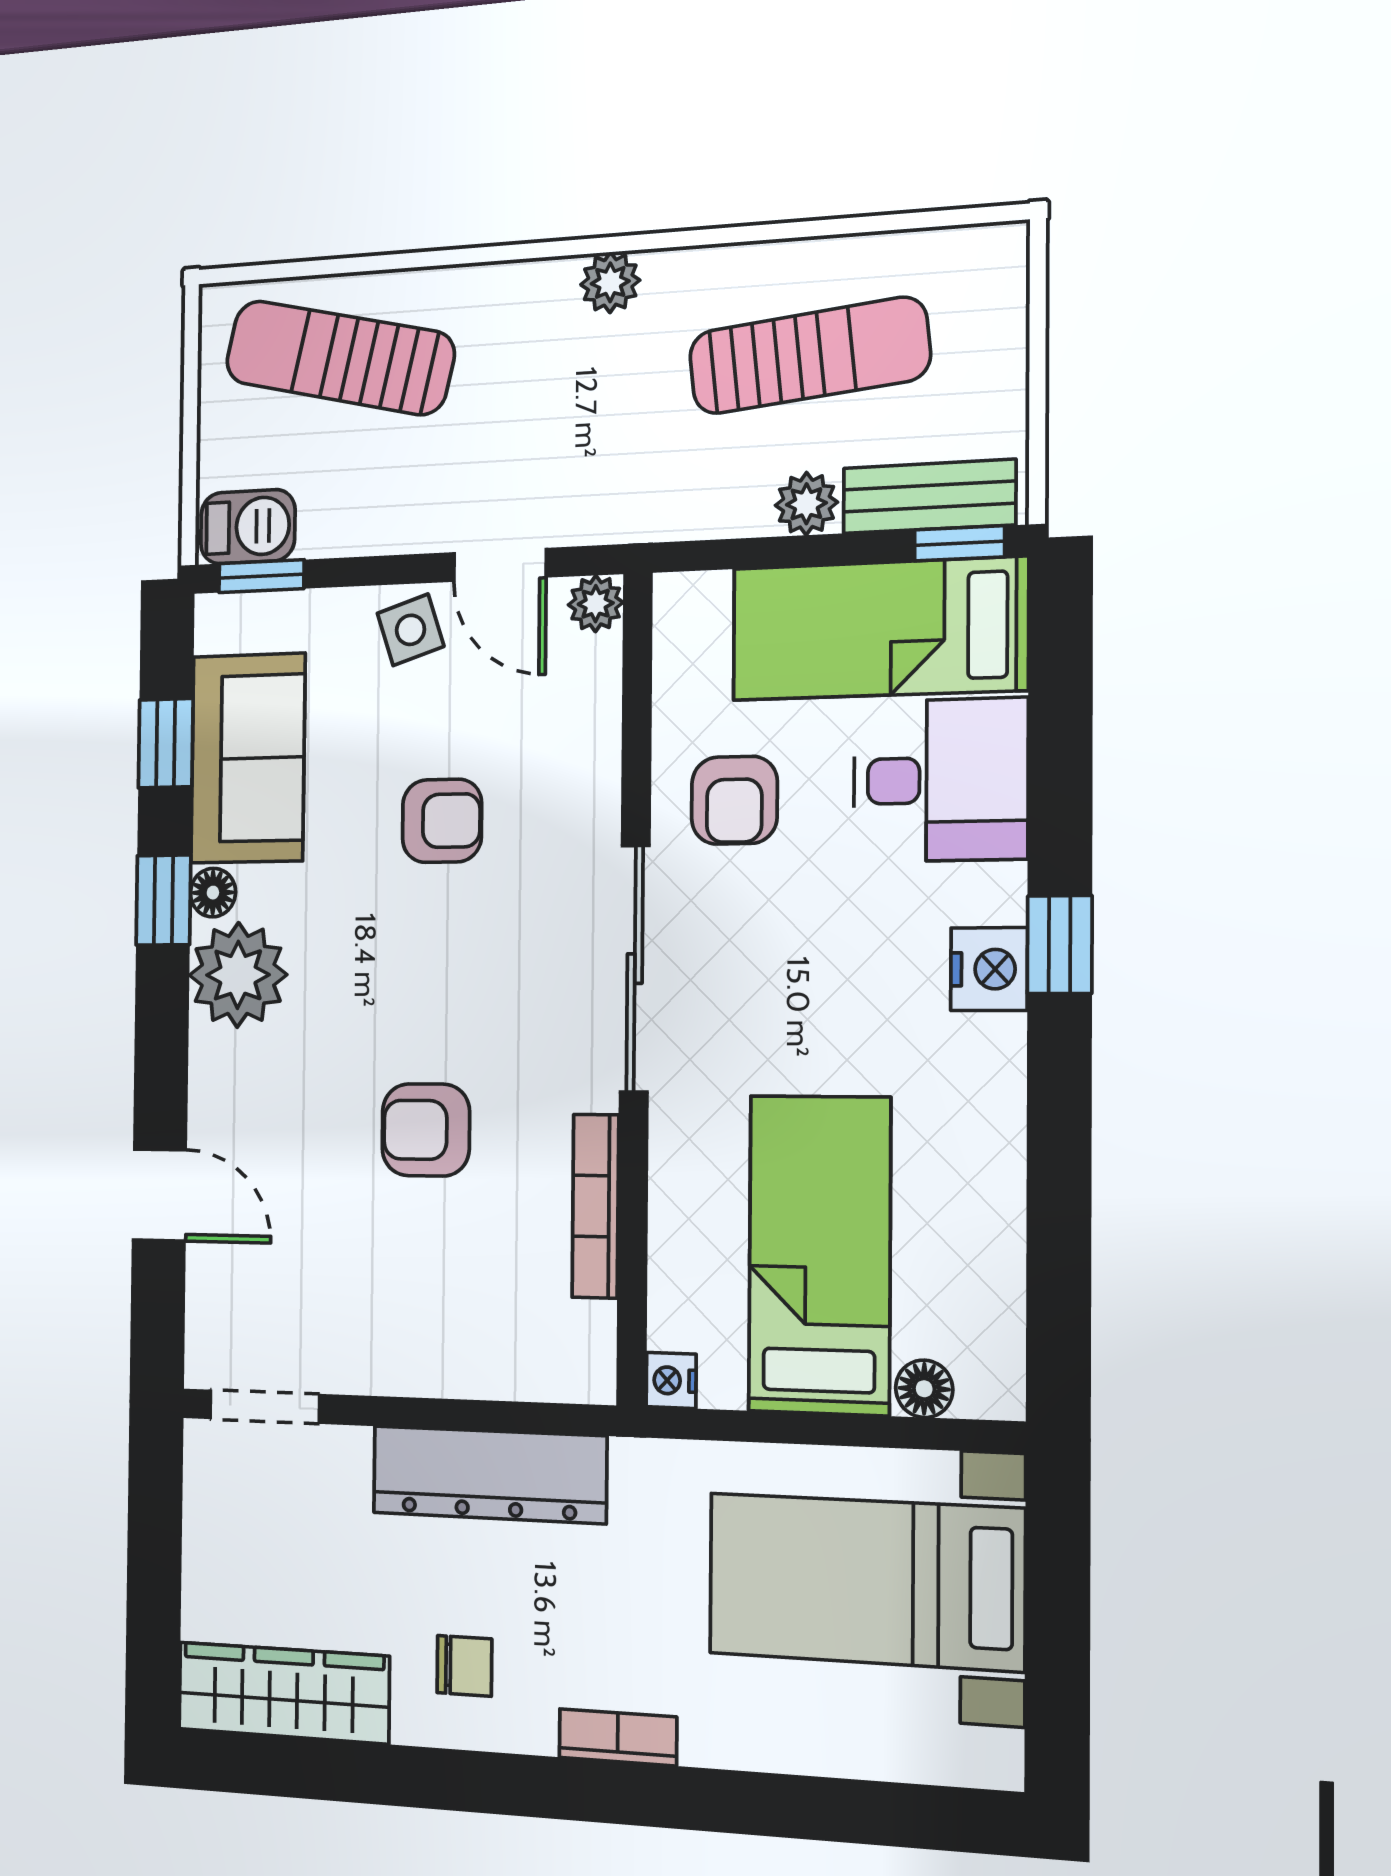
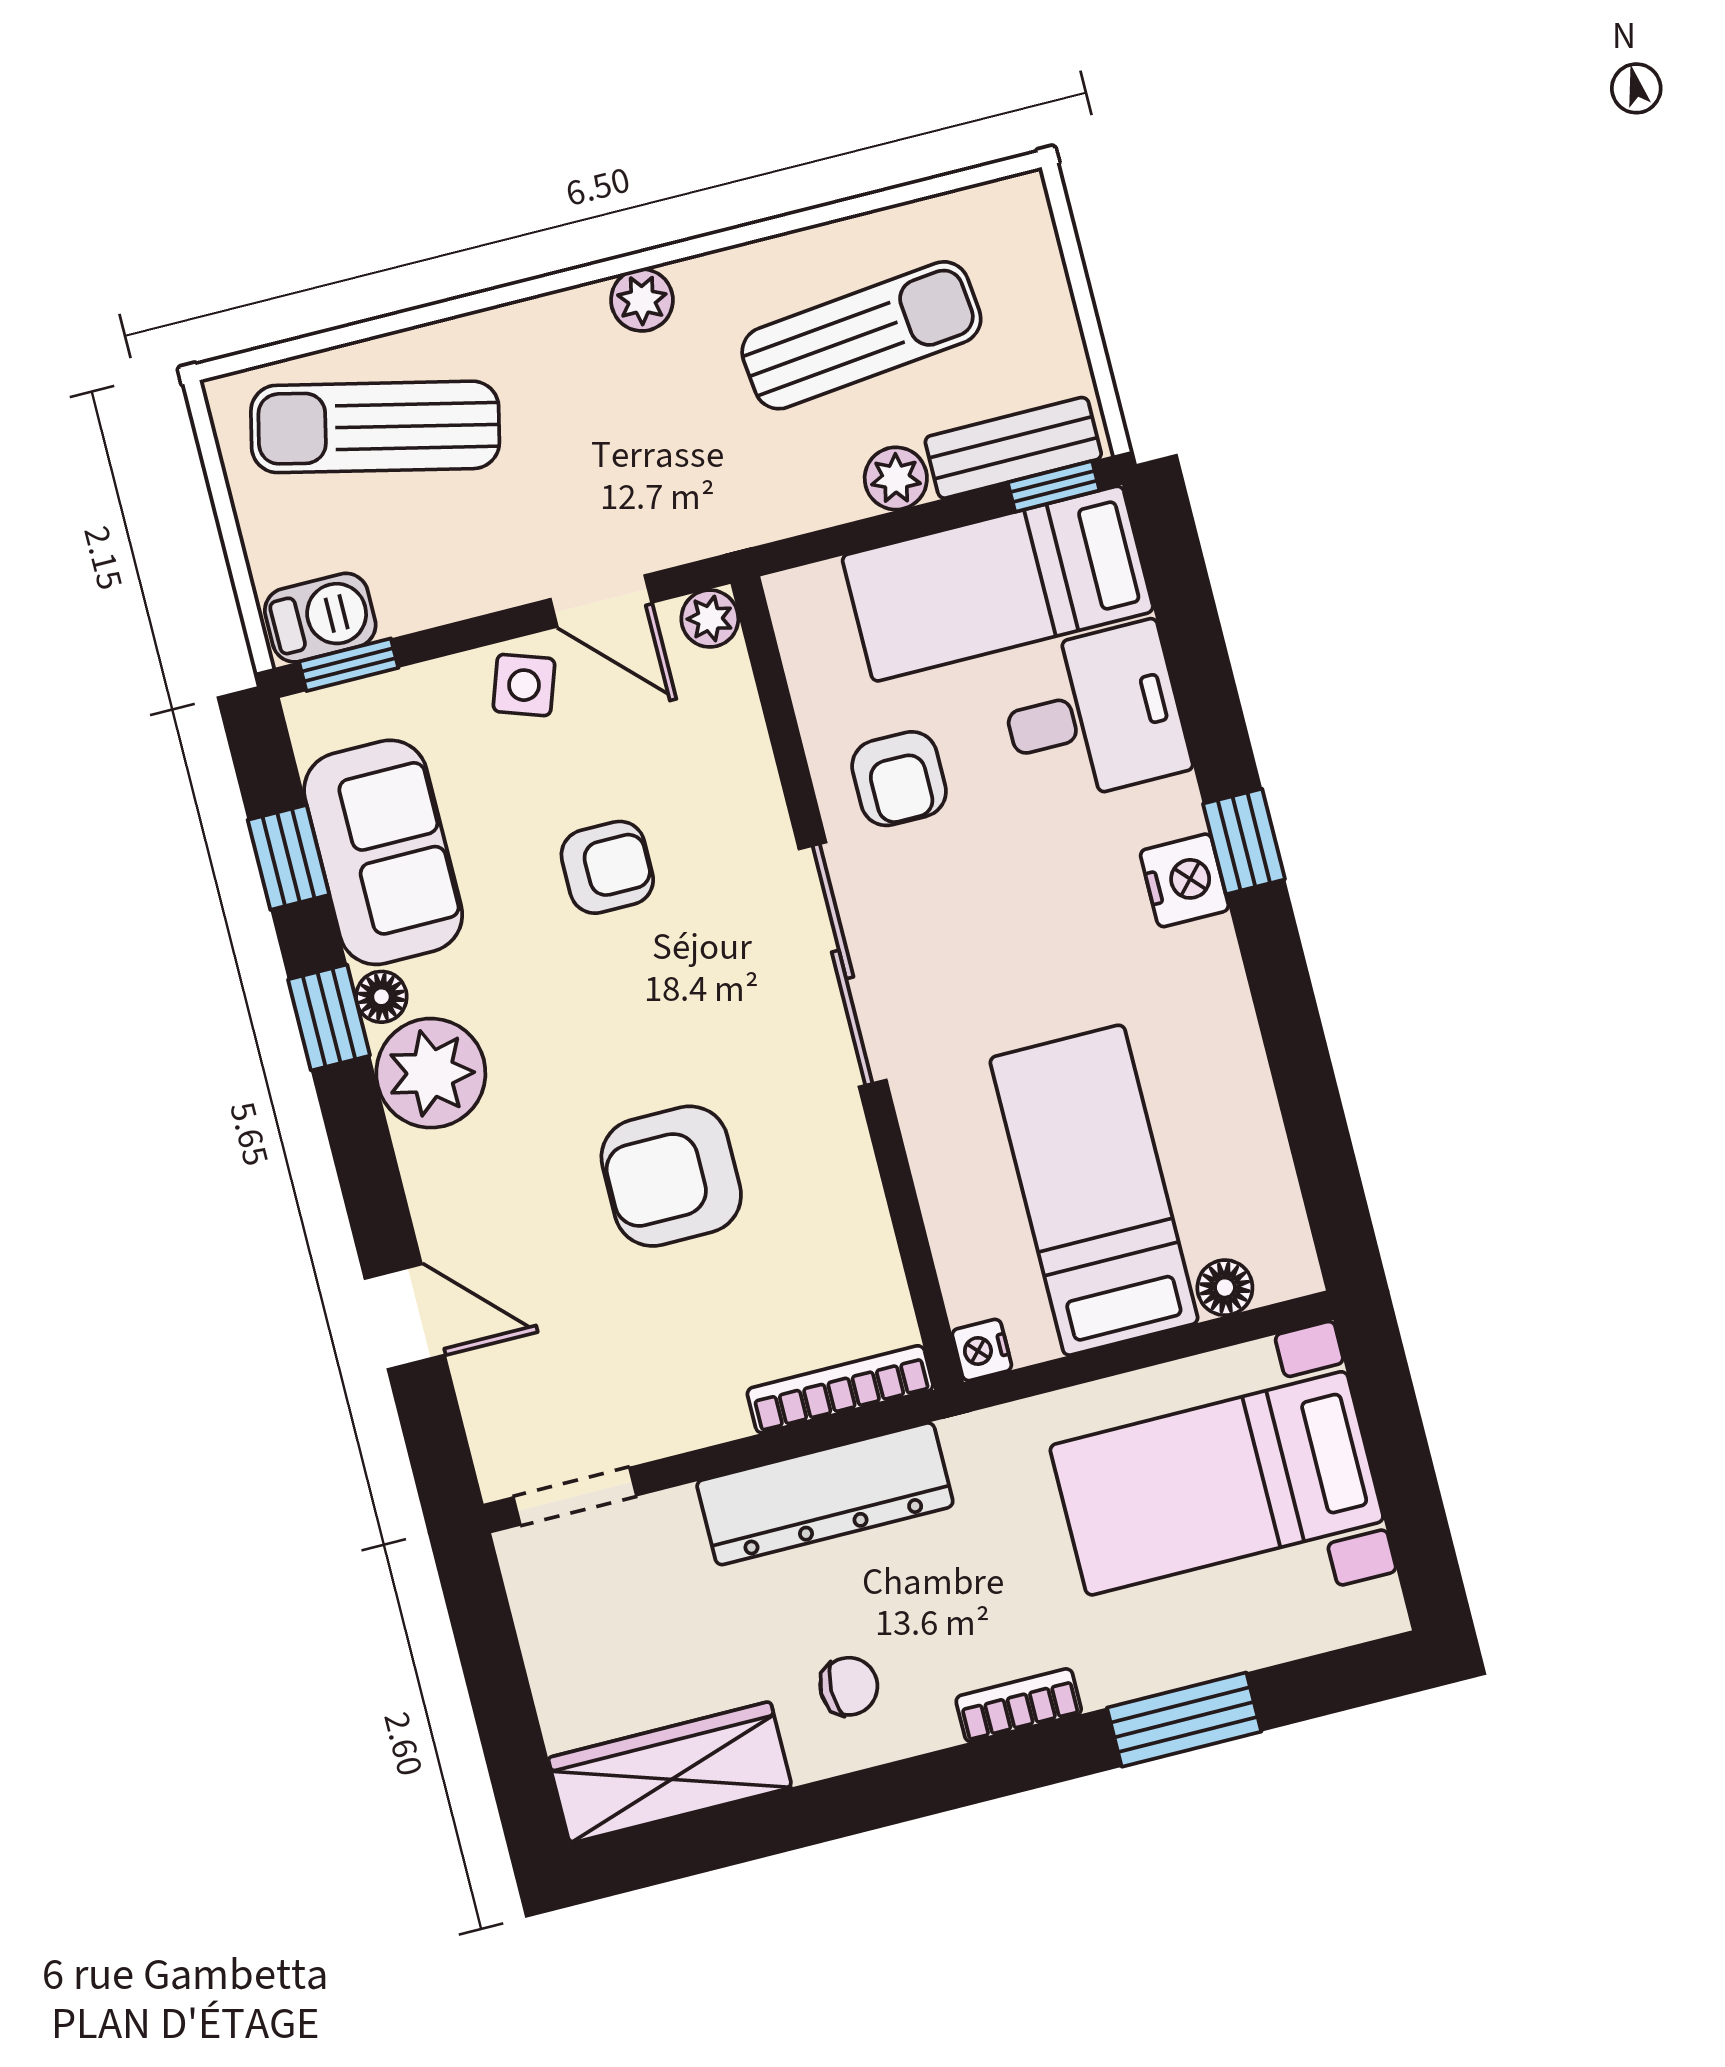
side table: (411, 630) -> (524, 685), turned 37
armchair: (426, 1130) -> (671, 1176), width x1.38, depth x1.38
bookcase: (595, 1206) -> (840, 1389), moved, turned 90
window: (773, 1805) -> (1184, 1720), added

